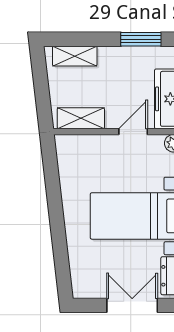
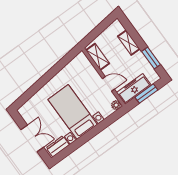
shelving: (75, 56) -> (129, 43), moved

